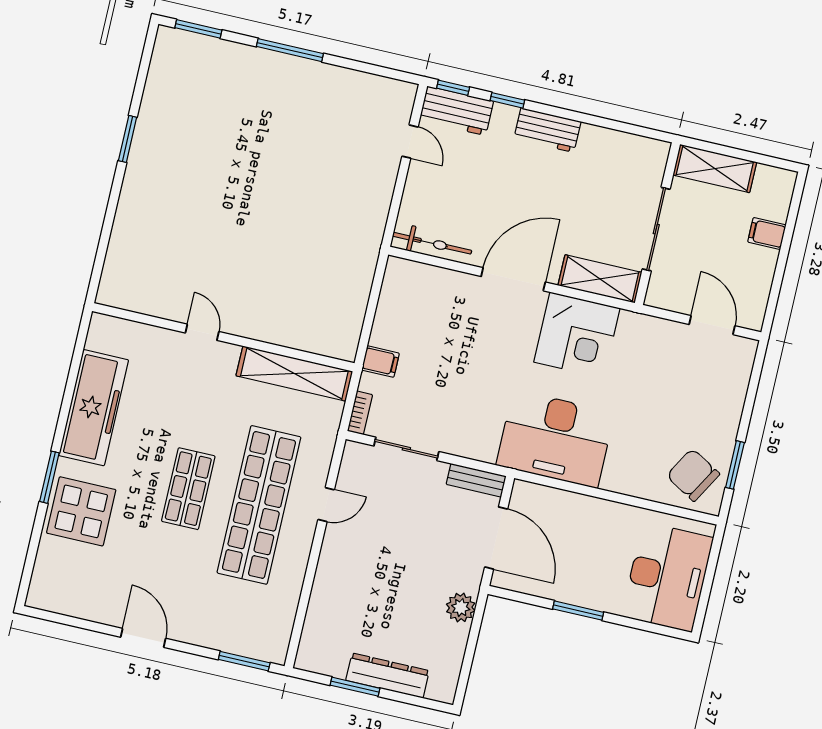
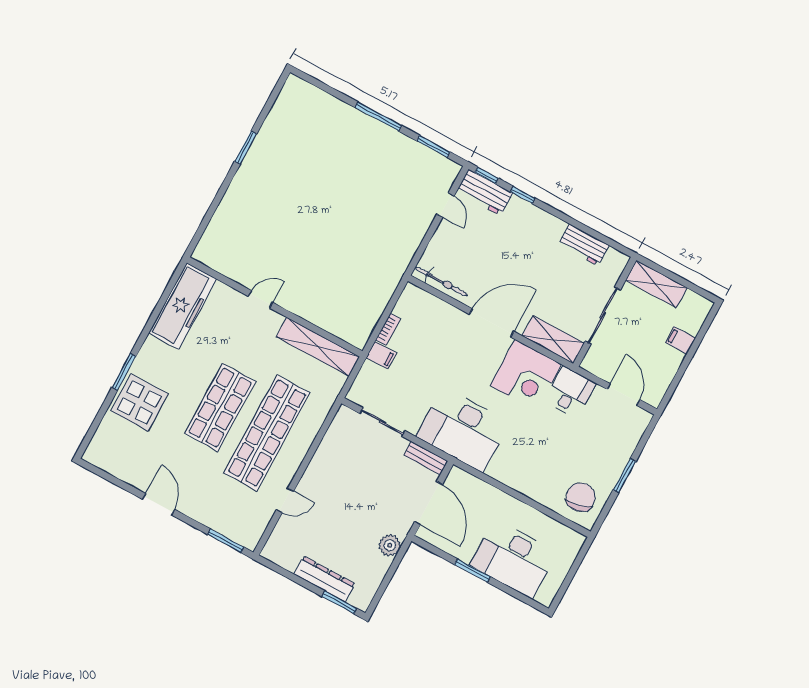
window: (198, 29) -> (433, 146), moved
workbench: (547, 130) -> (584, 245), moved
door: (202, 332) -> (261, 299), hinge flipped
desk: (641, 341) -> (570, 392), added
freezer: (94, 408) -> (183, 306), moved
bookcase: (360, 413) -> (388, 329), moved
desk: (555, 439) -> (463, 430), moved
window: (735, 465) -> (625, 476), moved
chair: (693, 475) -> (581, 497), turned 47
shop shelf: (188, 489) -> (220, 408), width x1.43, depth x1.36
door: (326, 505) -> (285, 500), moved
desk: (667, 577) -> (513, 559), moved, turned 90
window: (355, 687) -> (339, 602), moved

